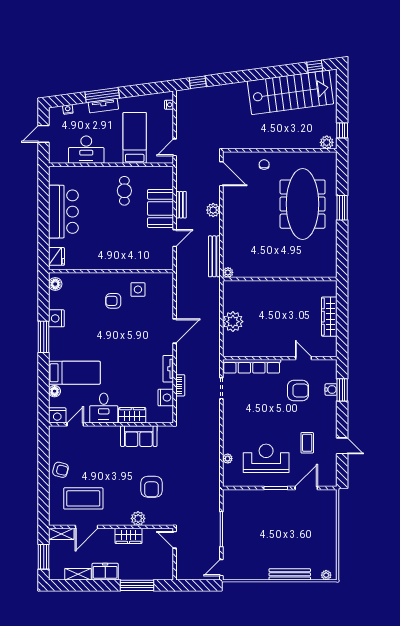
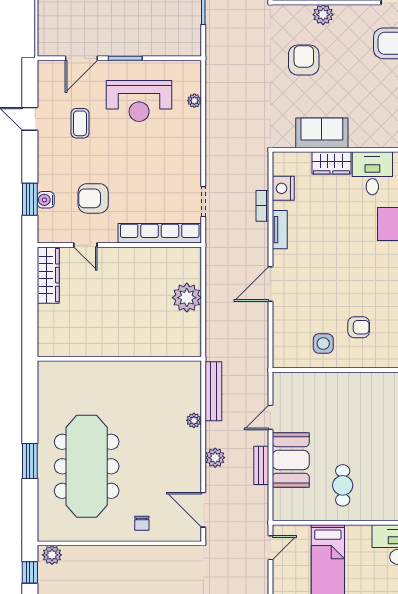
plant: (228, 272) -> (194, 420), moved
wardrobe: (329, 317) -> (48, 275), moved

